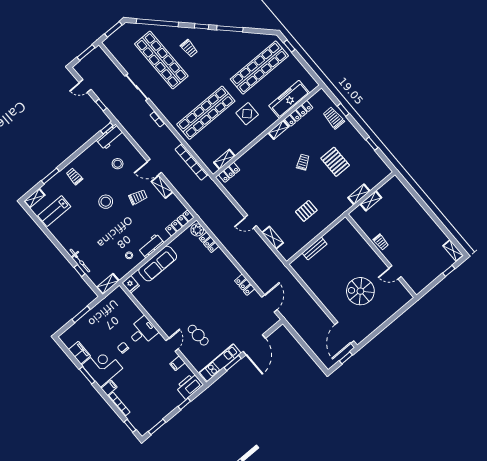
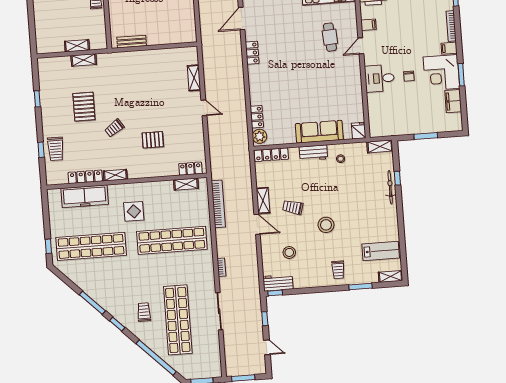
pallet: (306, 211) -> (153, 140), moved
bench: (315, 248) -> (132, 42), moved

